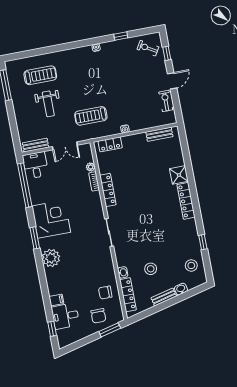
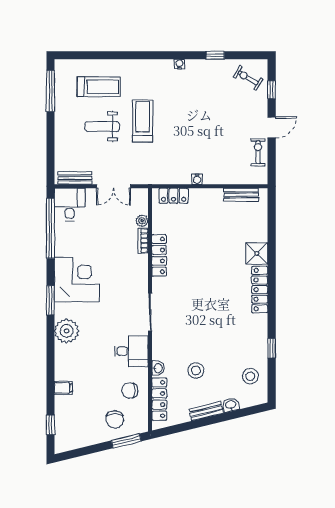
weight bench: (48, 104) -> (102, 127), turned 90
treadmill: (91, 116) -> (143, 121), moved, turned 90
desk: (65, 316) -> (131, 351), moved, turned 180

